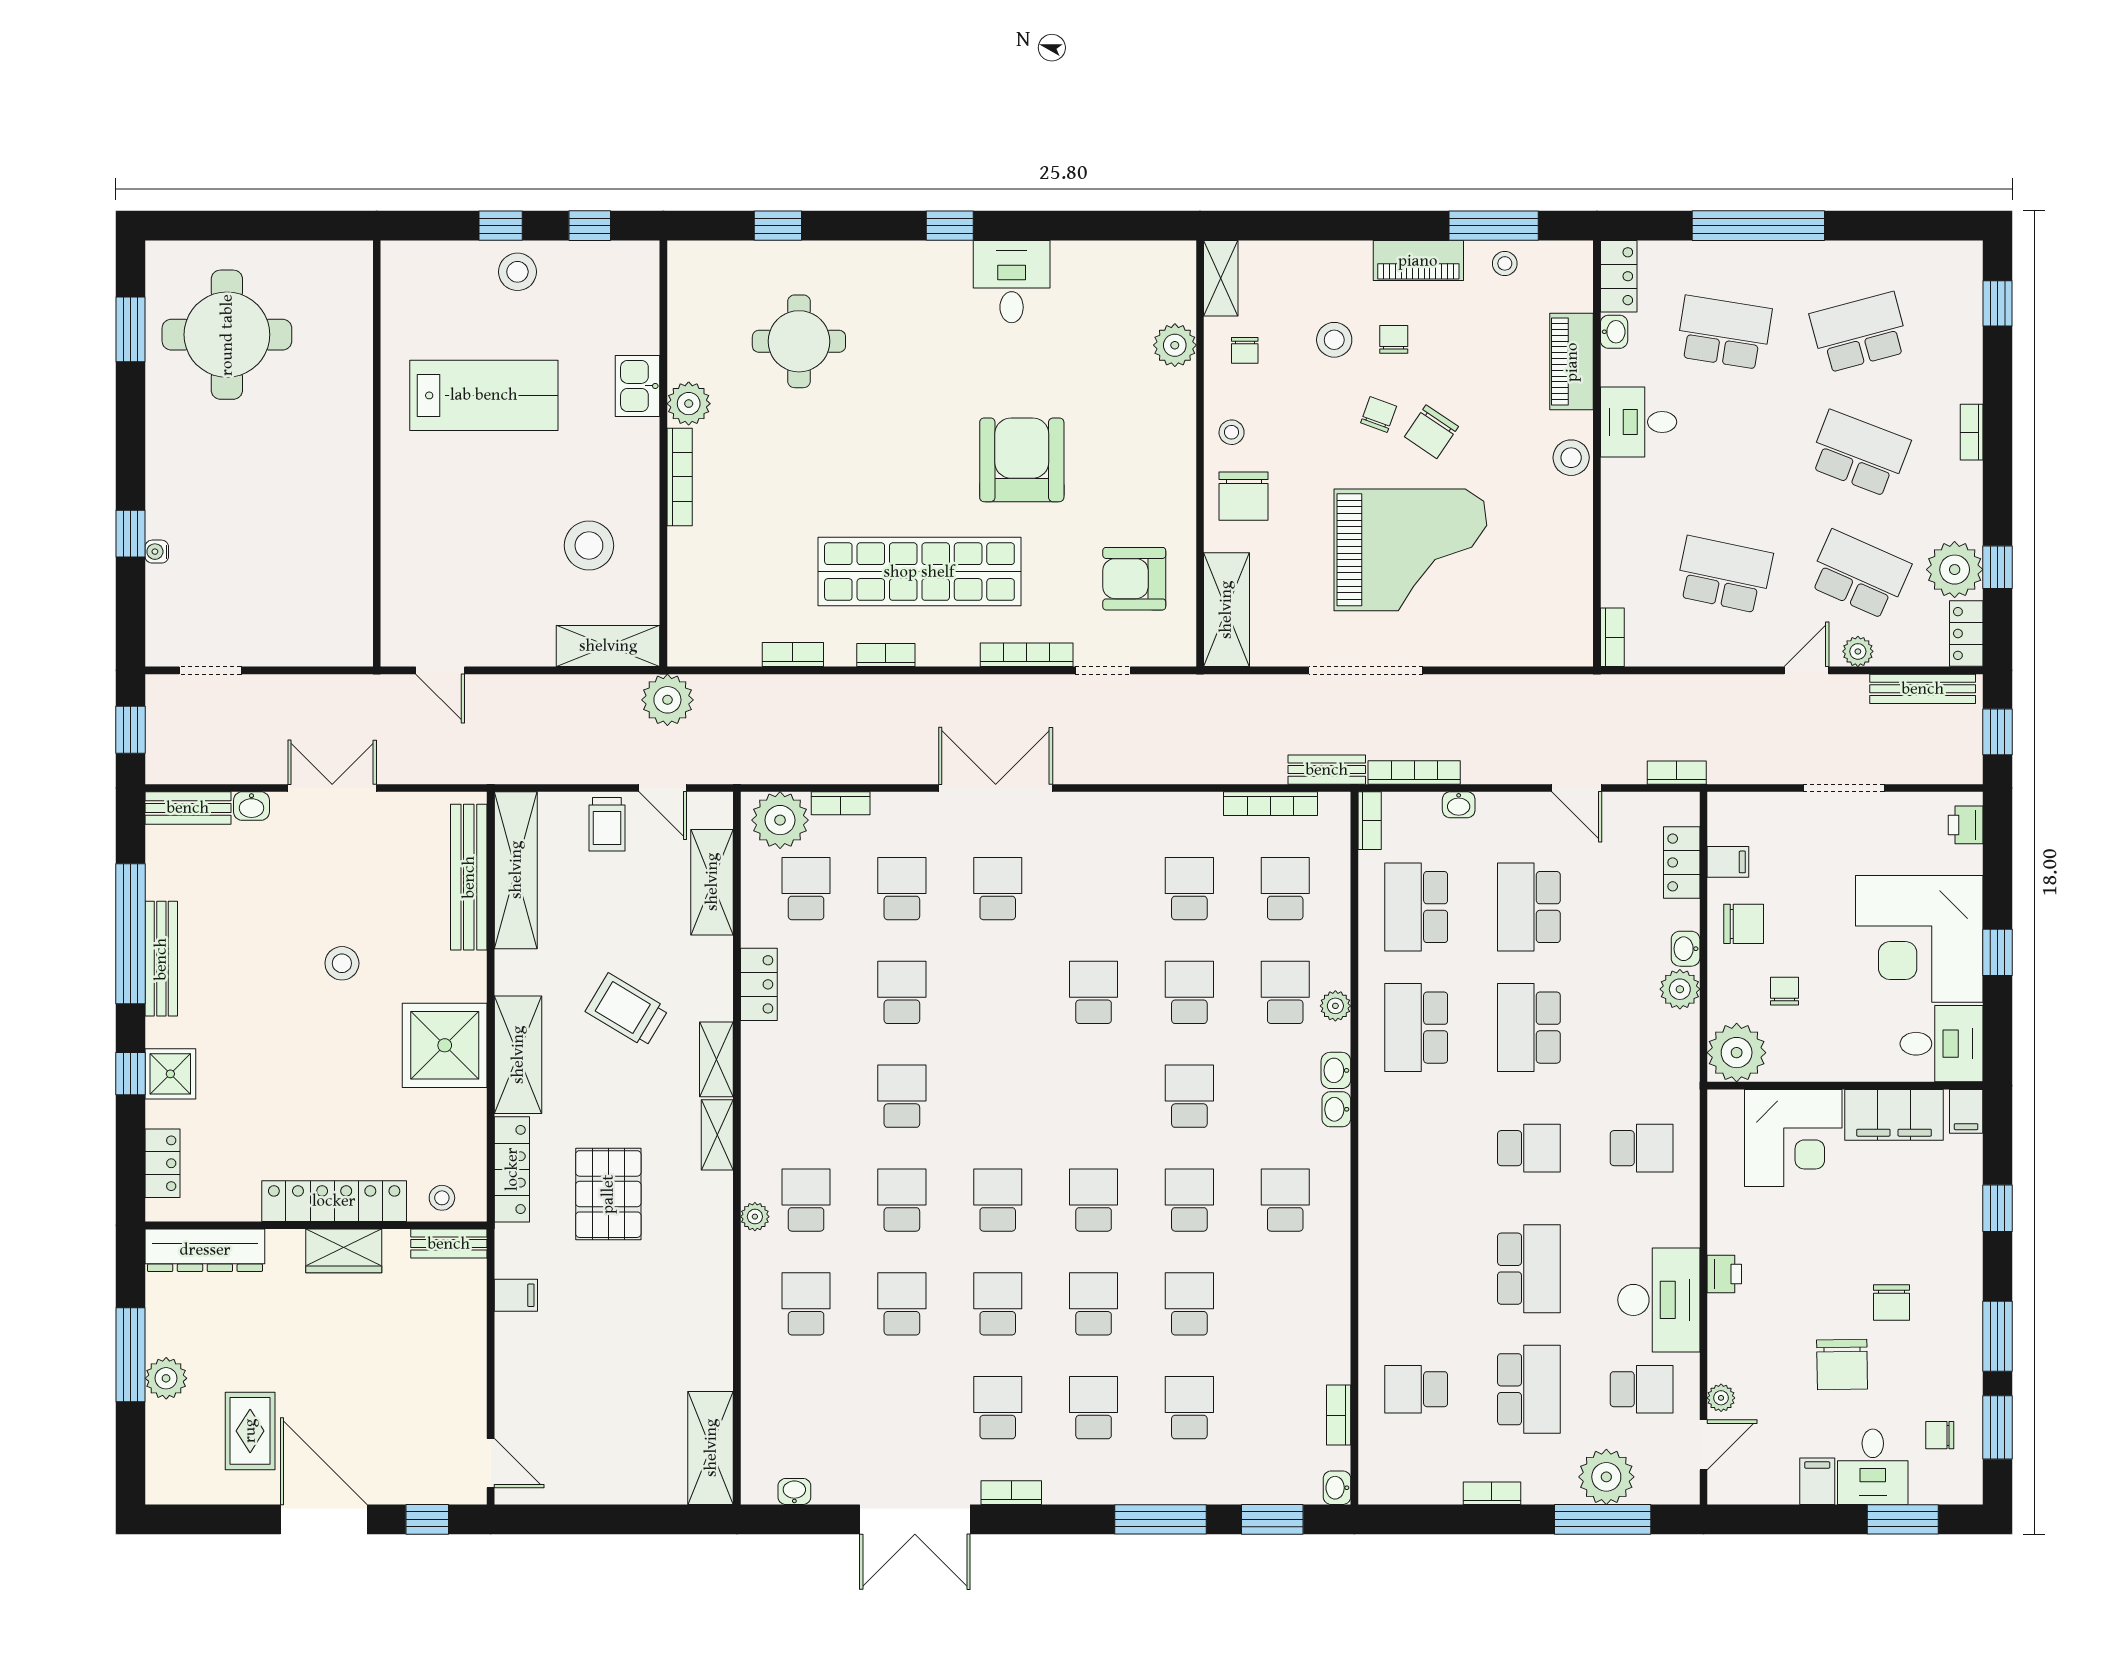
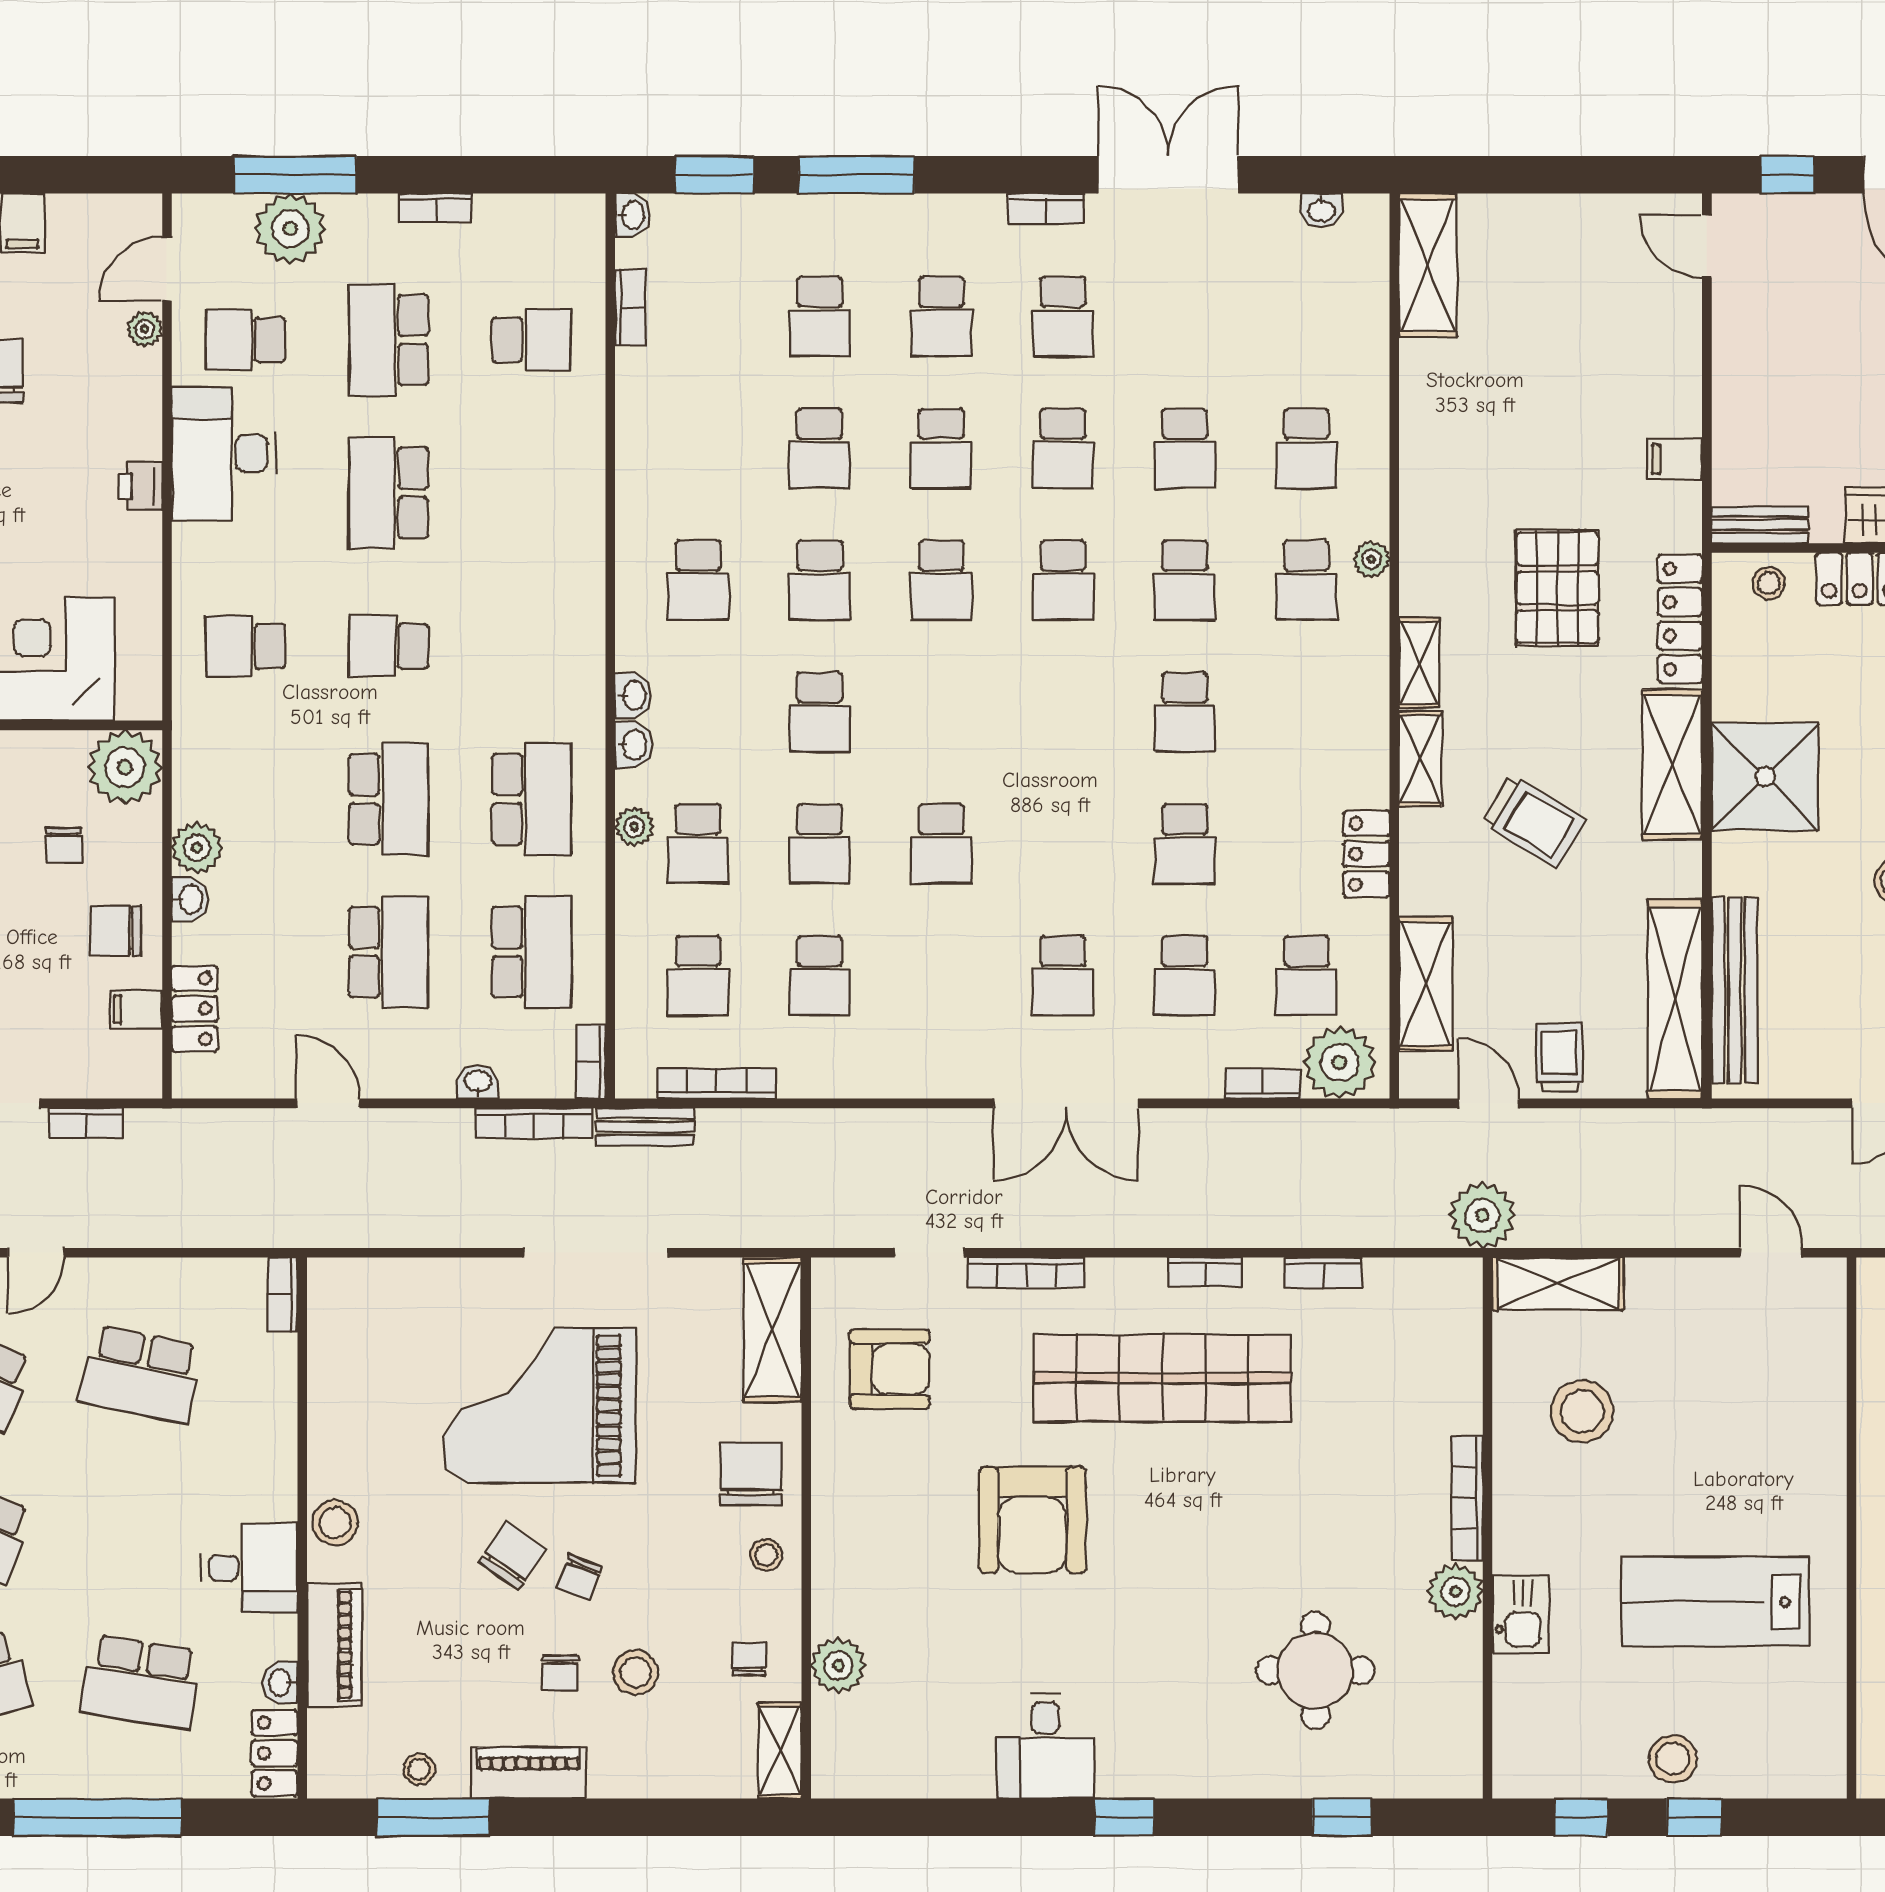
bookcase: (1677, 773) -> (86, 1123), moved

